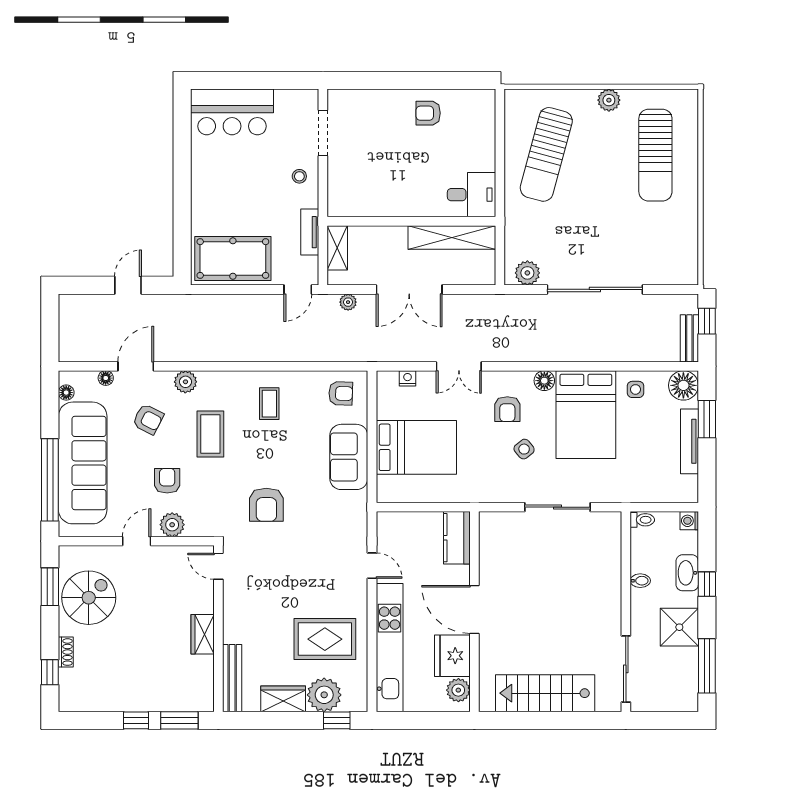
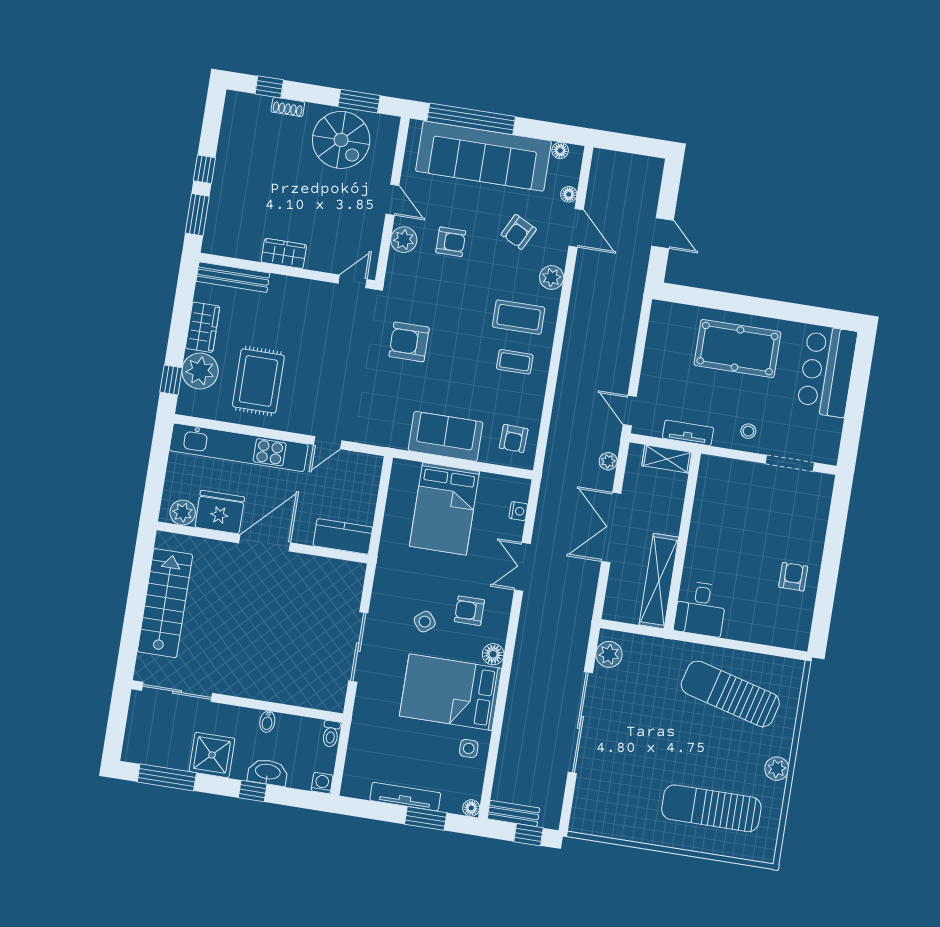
pool table: (233, 259) -> (737, 349), moved, turned 90
floor lamp: (683, 385) -> (471, 808), width x0.53, depth x0.53
coffee table: (210, 434) -> (519, 317), moved

